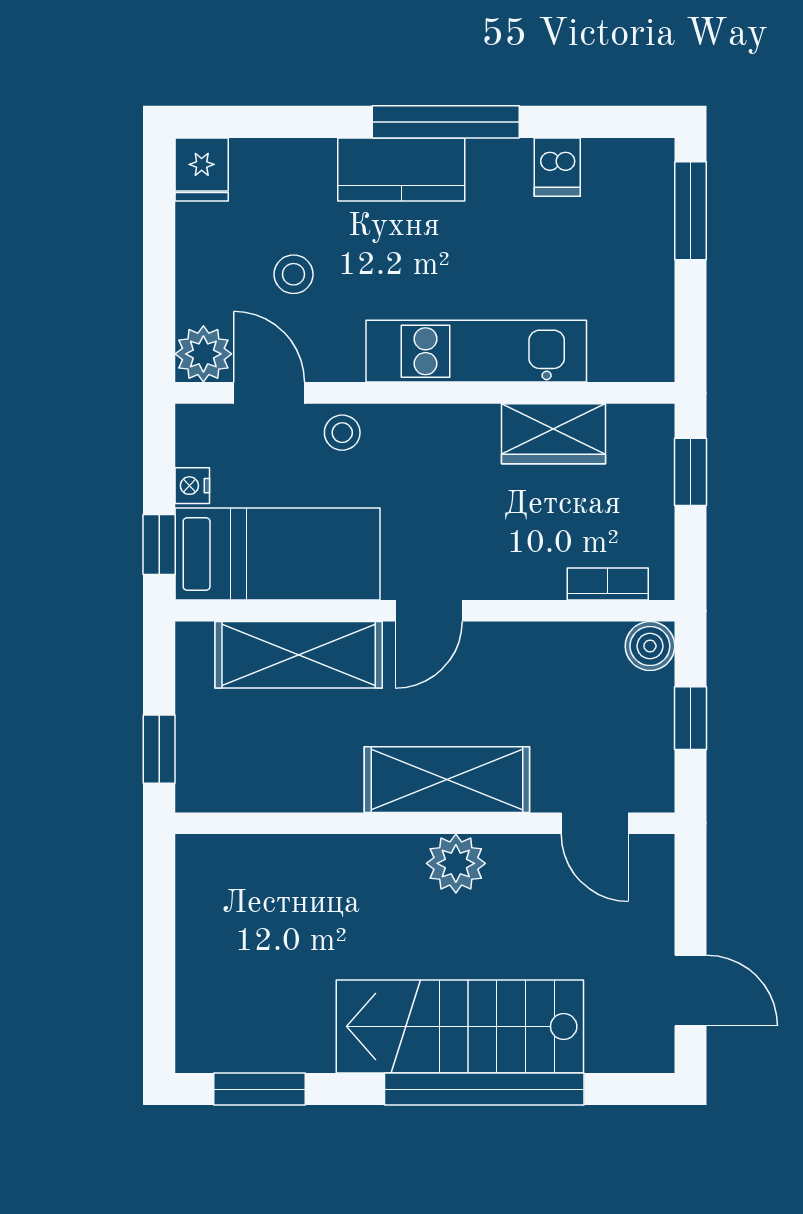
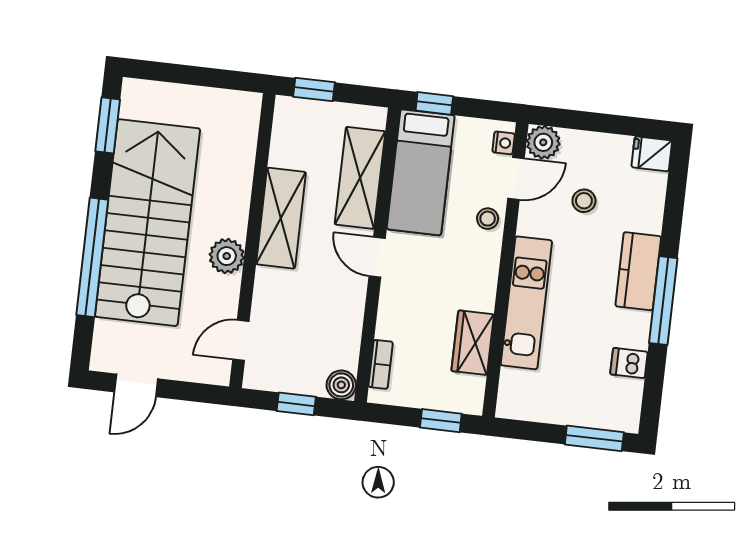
nightstand: (192, 486) -> (504, 143), moved, turned 90
shelving: (447, 780) -> (281, 218), moved
stairs: (460, 1026) -> (148, 223), width x1.36, depth x1.51

